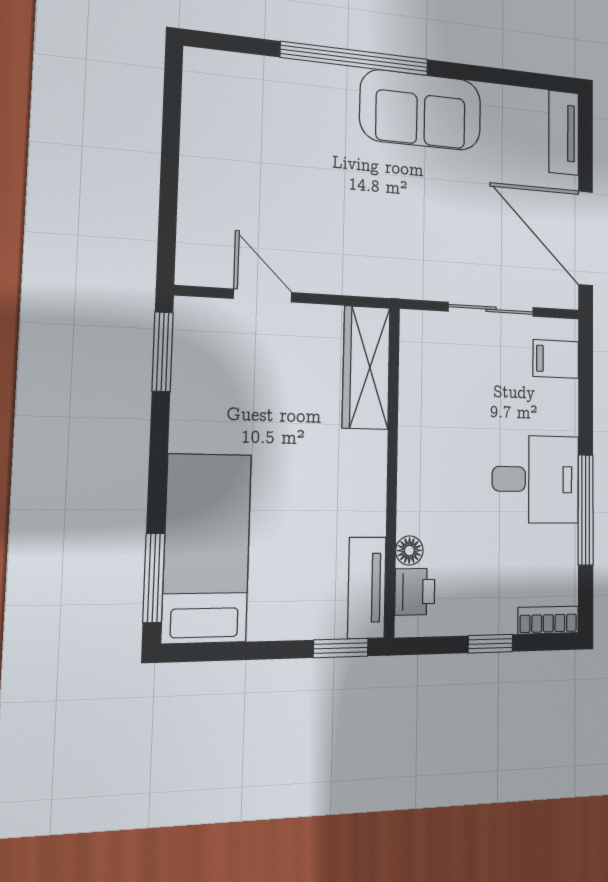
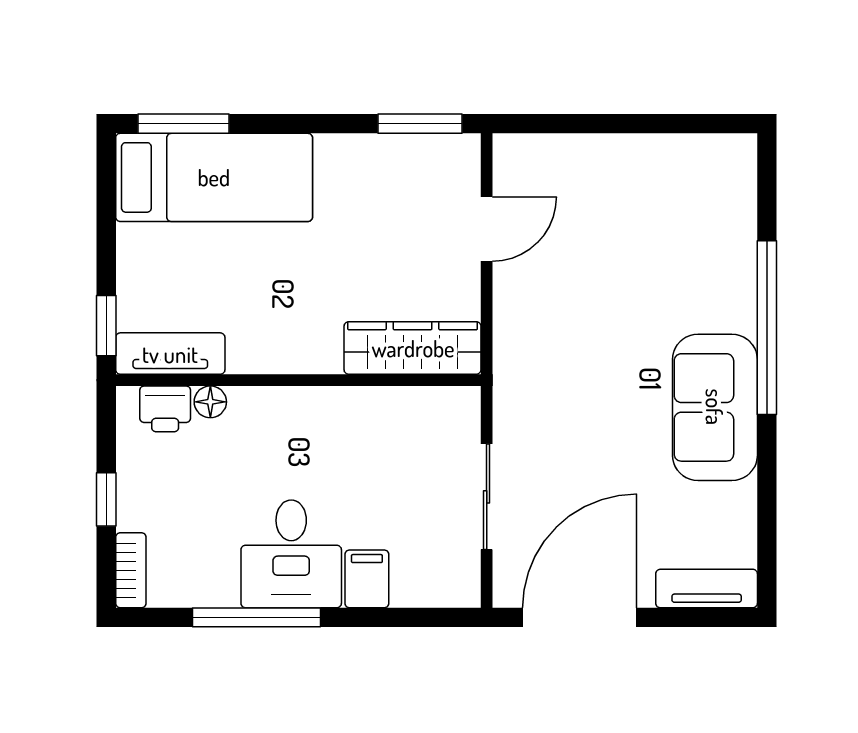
filing cabinet: (556, 359) -> (367, 579), moved

